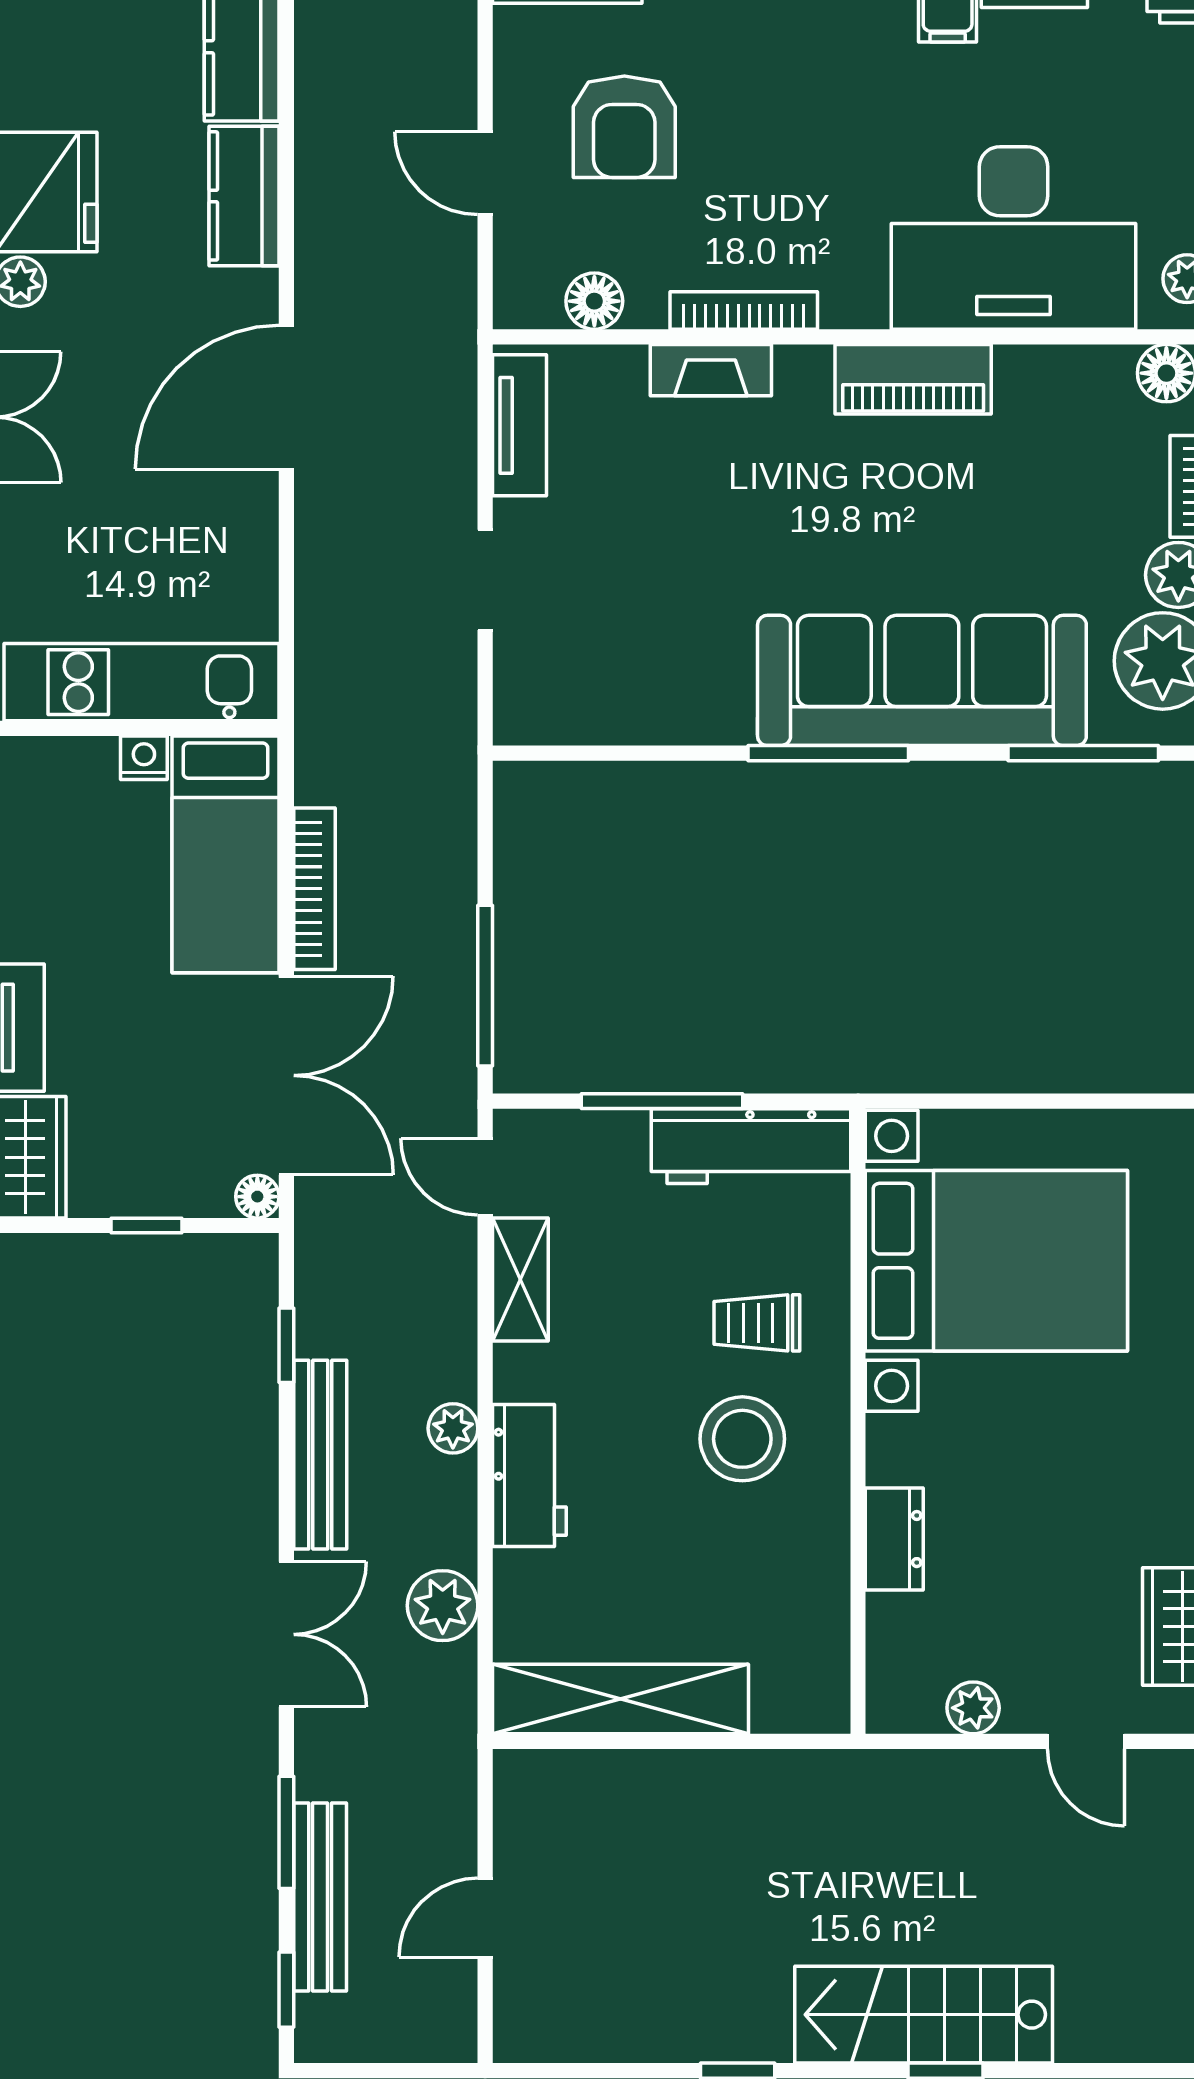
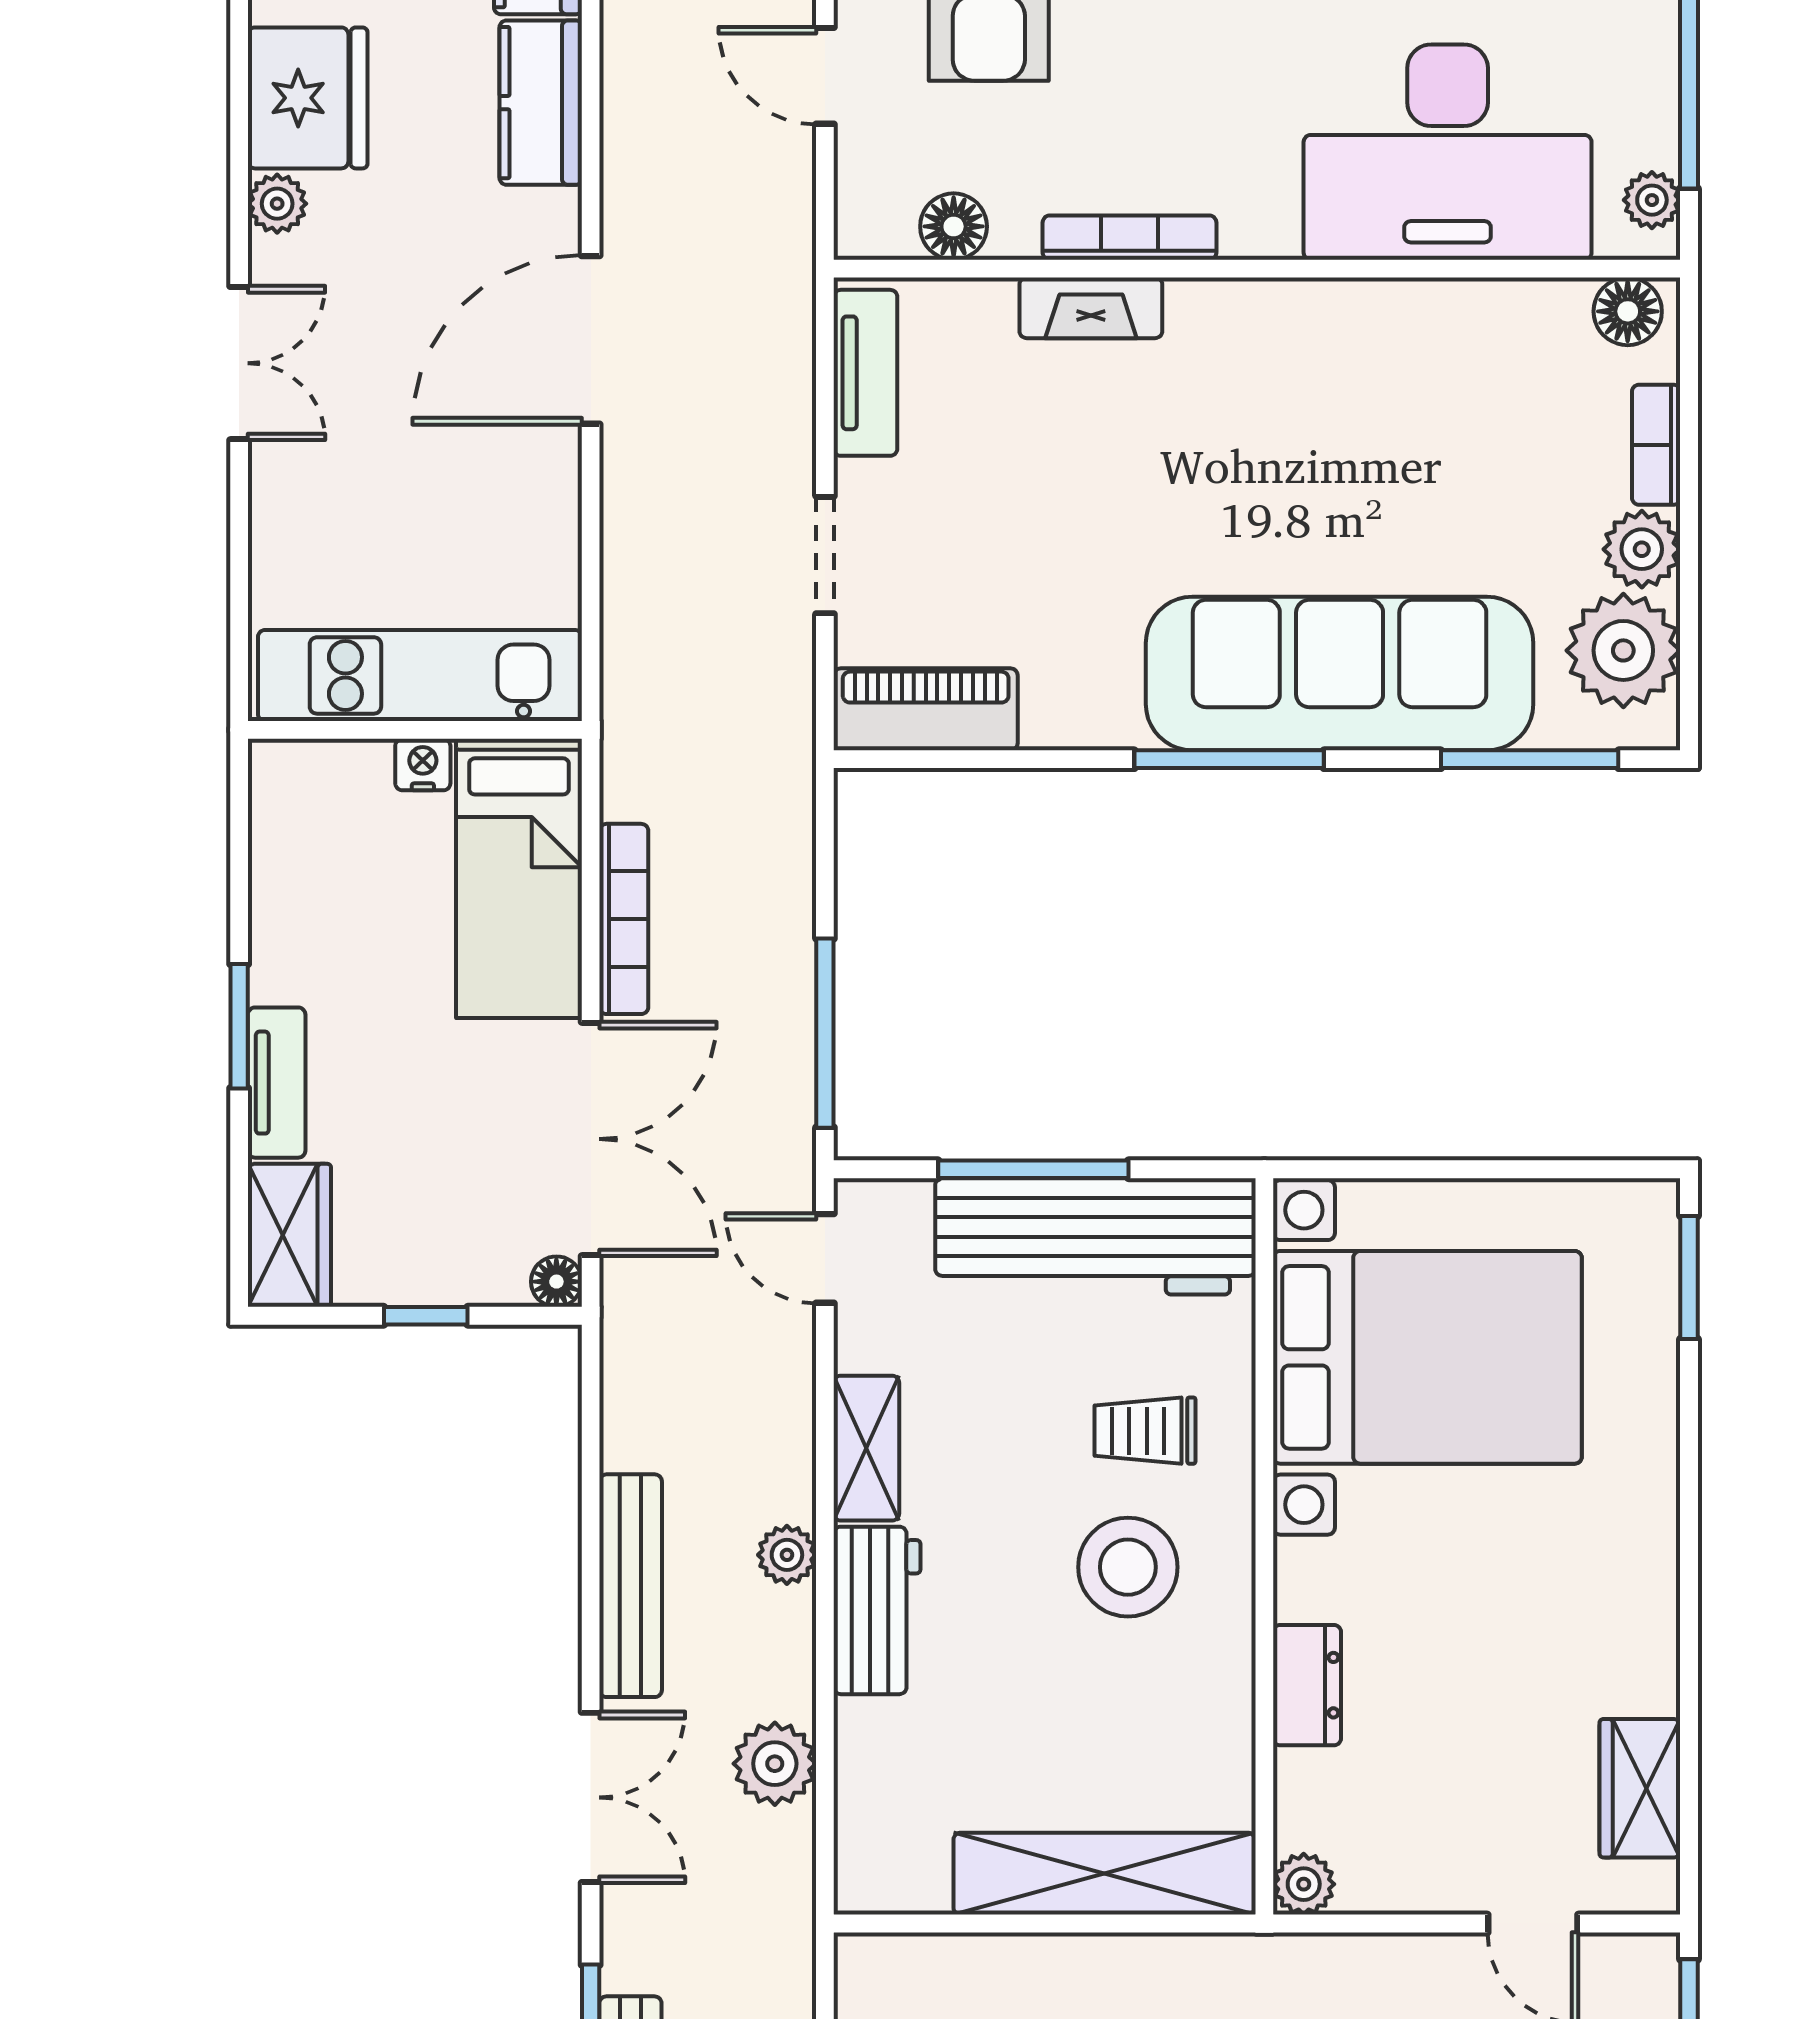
piano: (913, 379) -> (926, 709), moved, turned 180
workbench: (751, 1146) -> (1095, 1236), width x1.36, depth x1.32
shelving: (520, 1279) -> (866, 1448), moved
window: (286, 1345) -> (591, 1457), removed
shelving: (620, 1699) -> (1104, 1874), moved
plant: (973, 1708) -> (1304, 1884), moved

